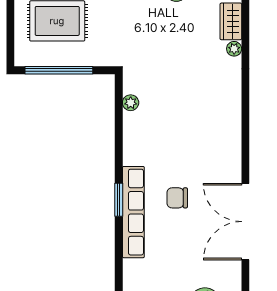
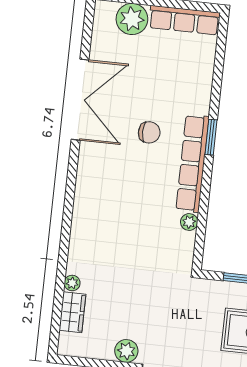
plant: (131, 103) -> (189, 222), moved
row of seats: (133, 212) -> (193, 163), moved

